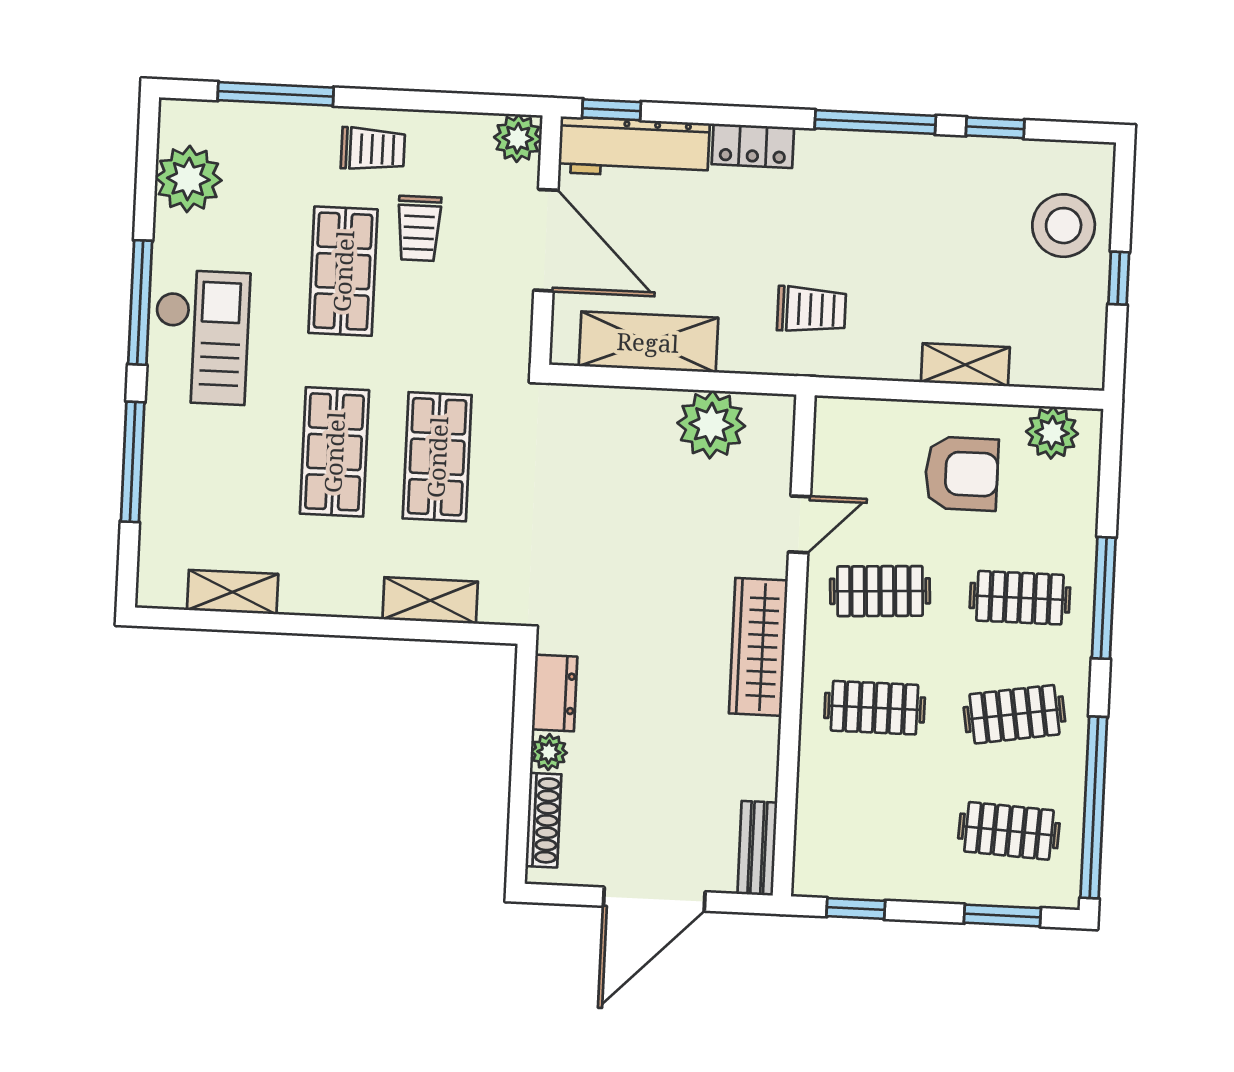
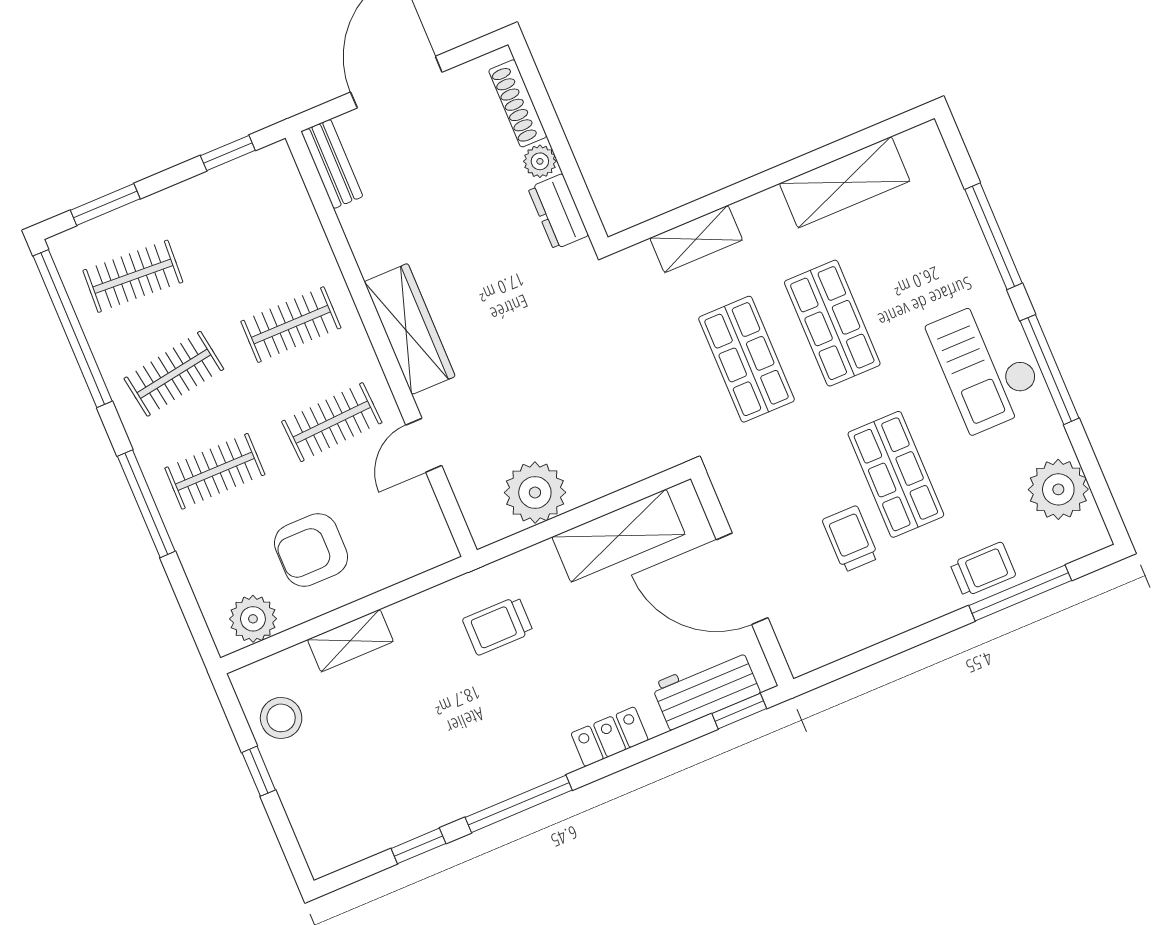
plant: (518, 138) -> (805, 651), removed
workbench: (634, 148) -> (706, 689), width x0.73
trolley: (373, 149) -> (983, 569), moved, turned 180
stool: (1064, 226) -> (281, 718), moved, width x0.73, depth x0.73
shelving: (233, 592) -> (845, 182), width x1.50, depth x1.33

